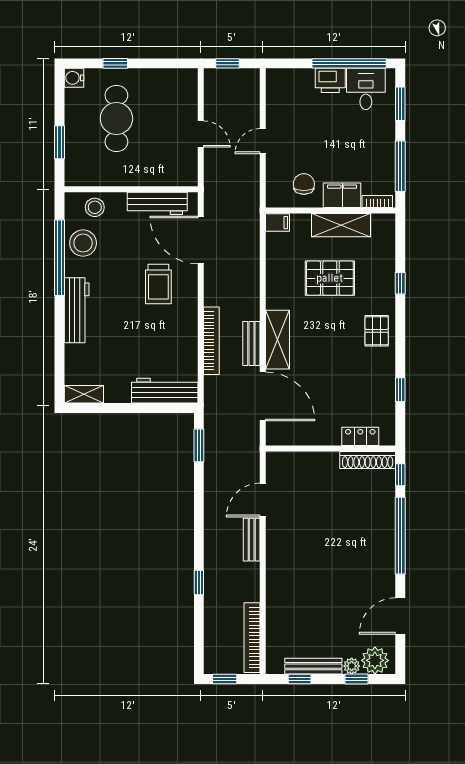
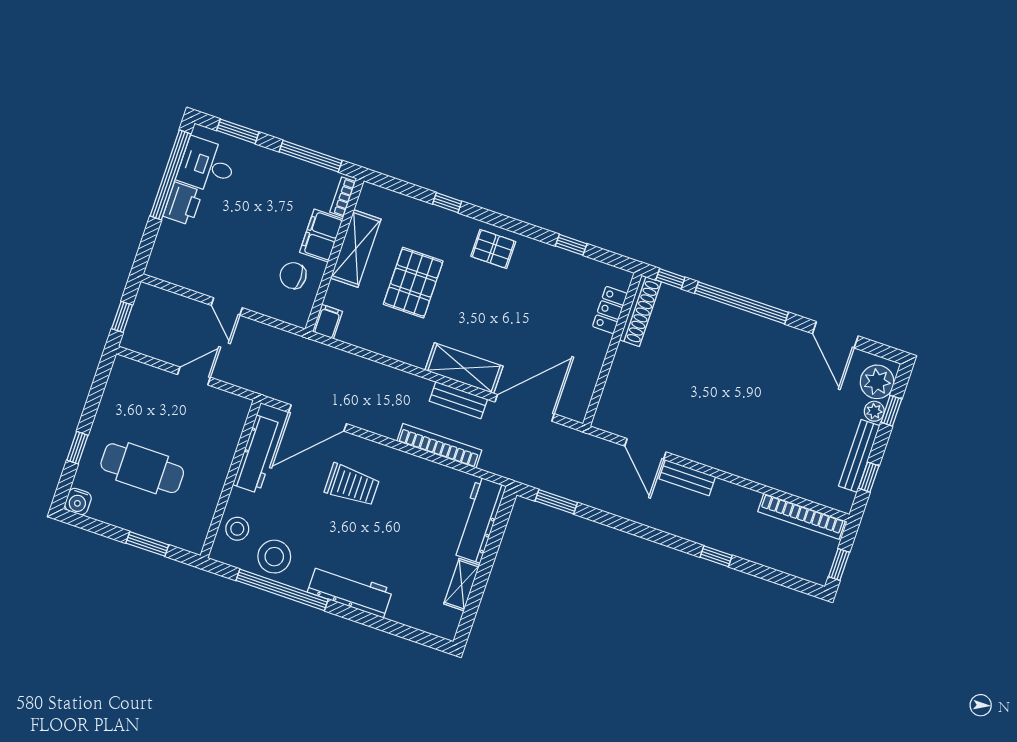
shelving: (84, 394) -> (462, 585), moved

